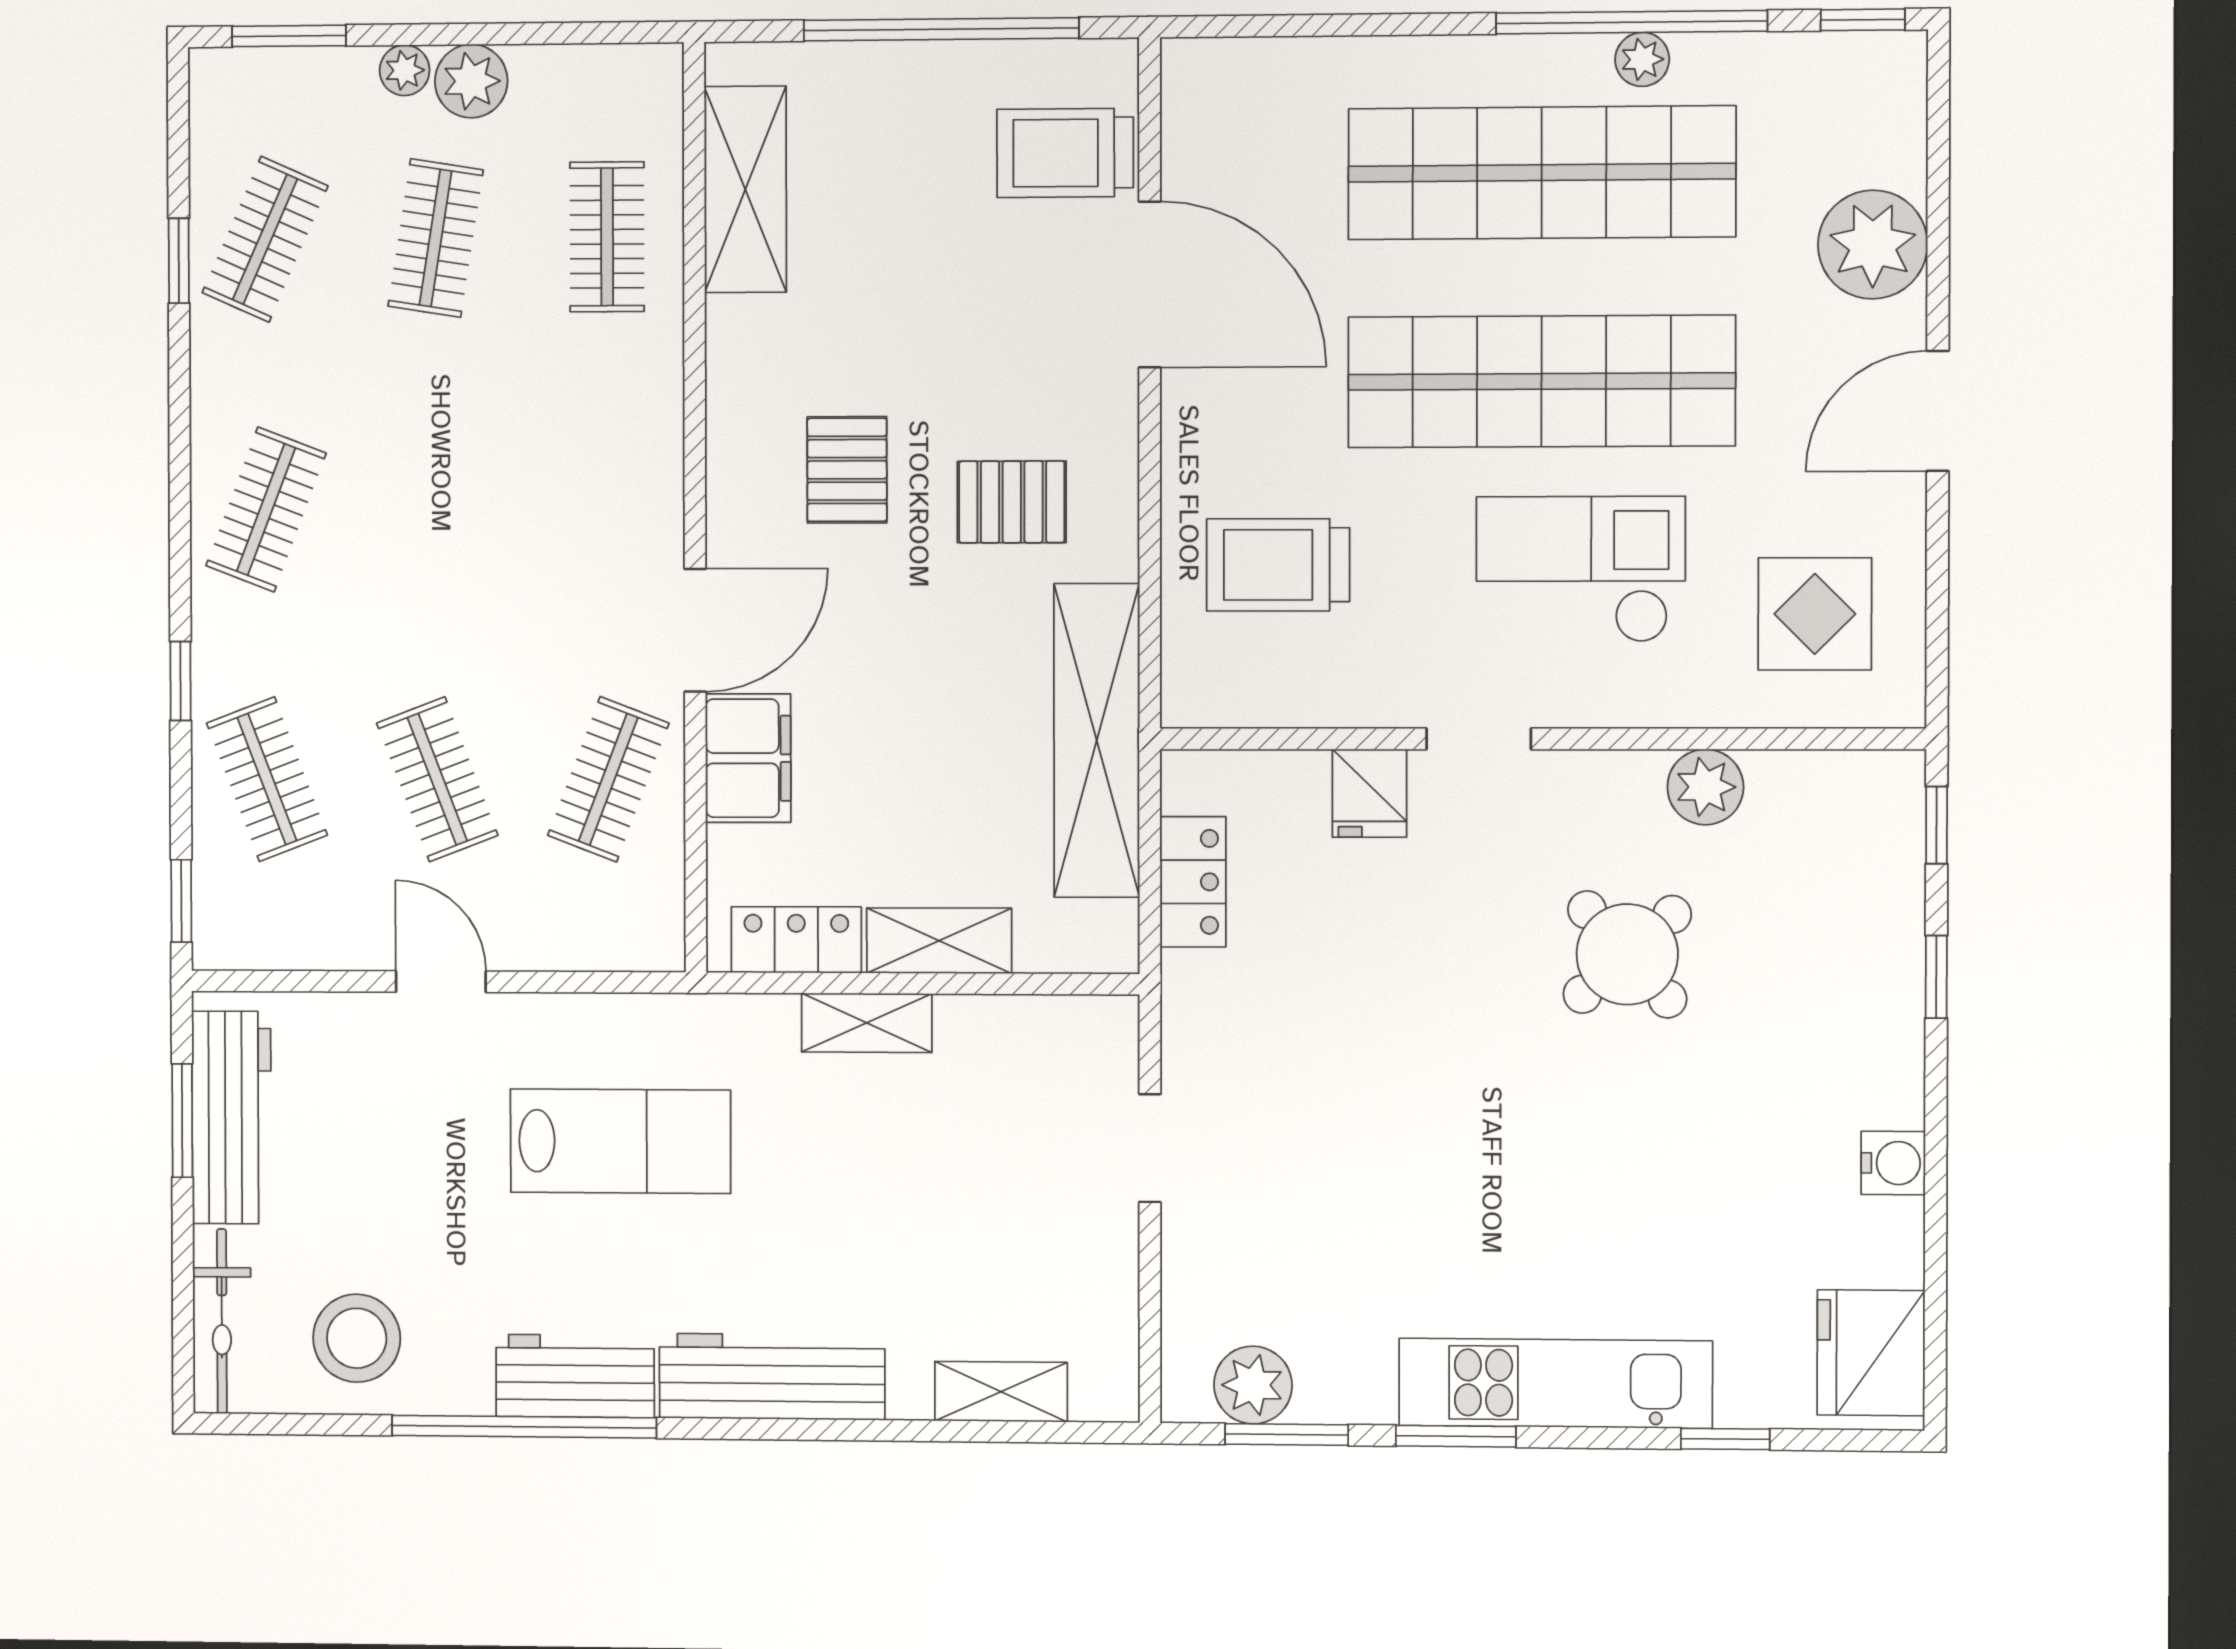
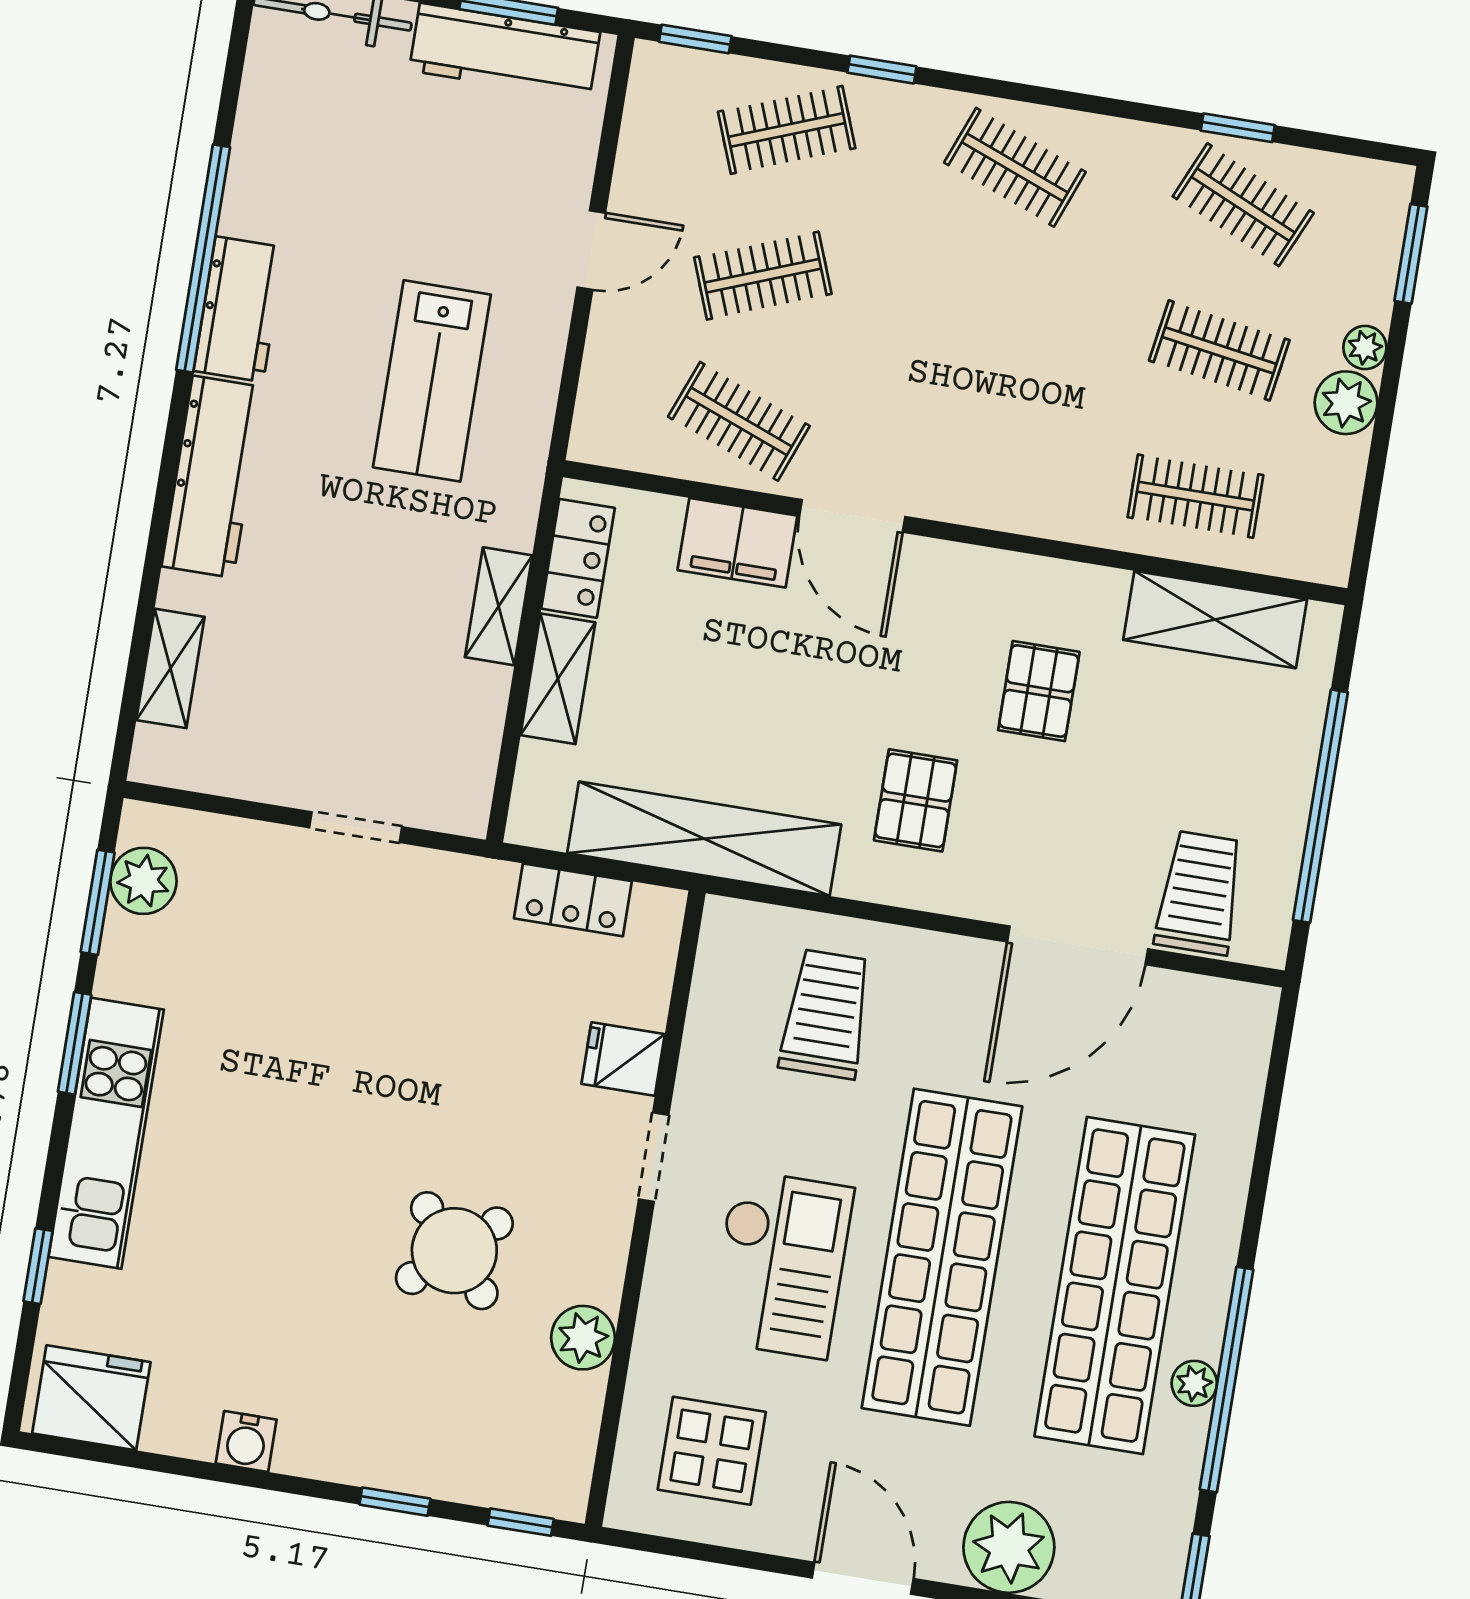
pallet: (847, 470) -> (1039, 691), moved, turned 90
stool: (357, 1338) -> (300, 128), removed

